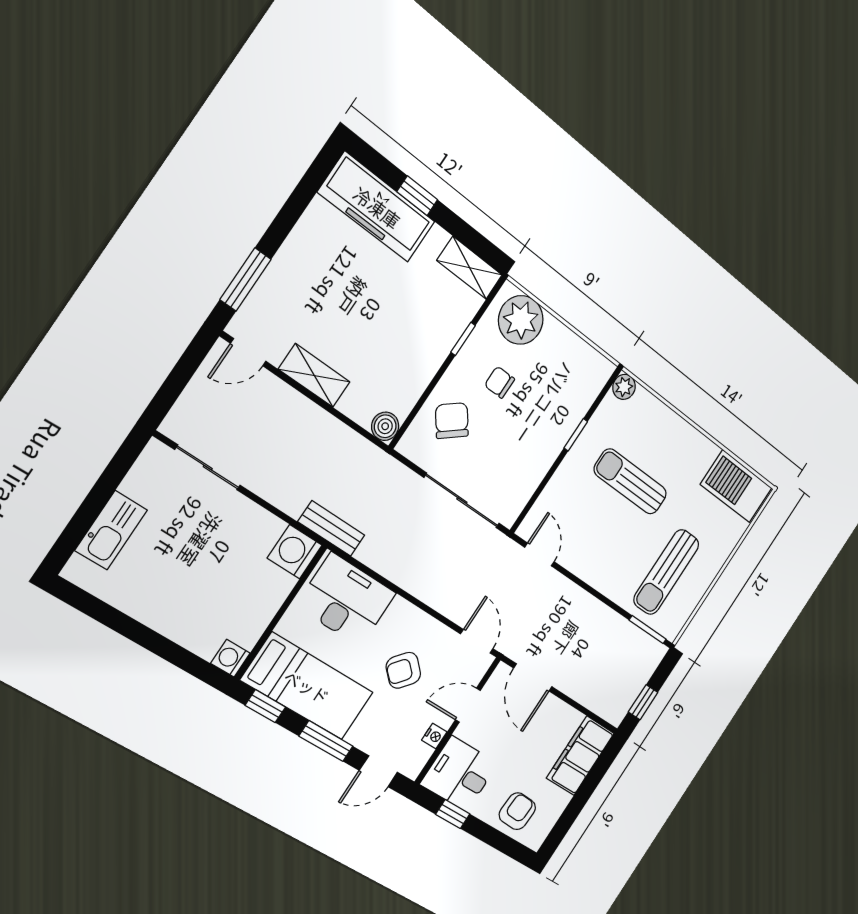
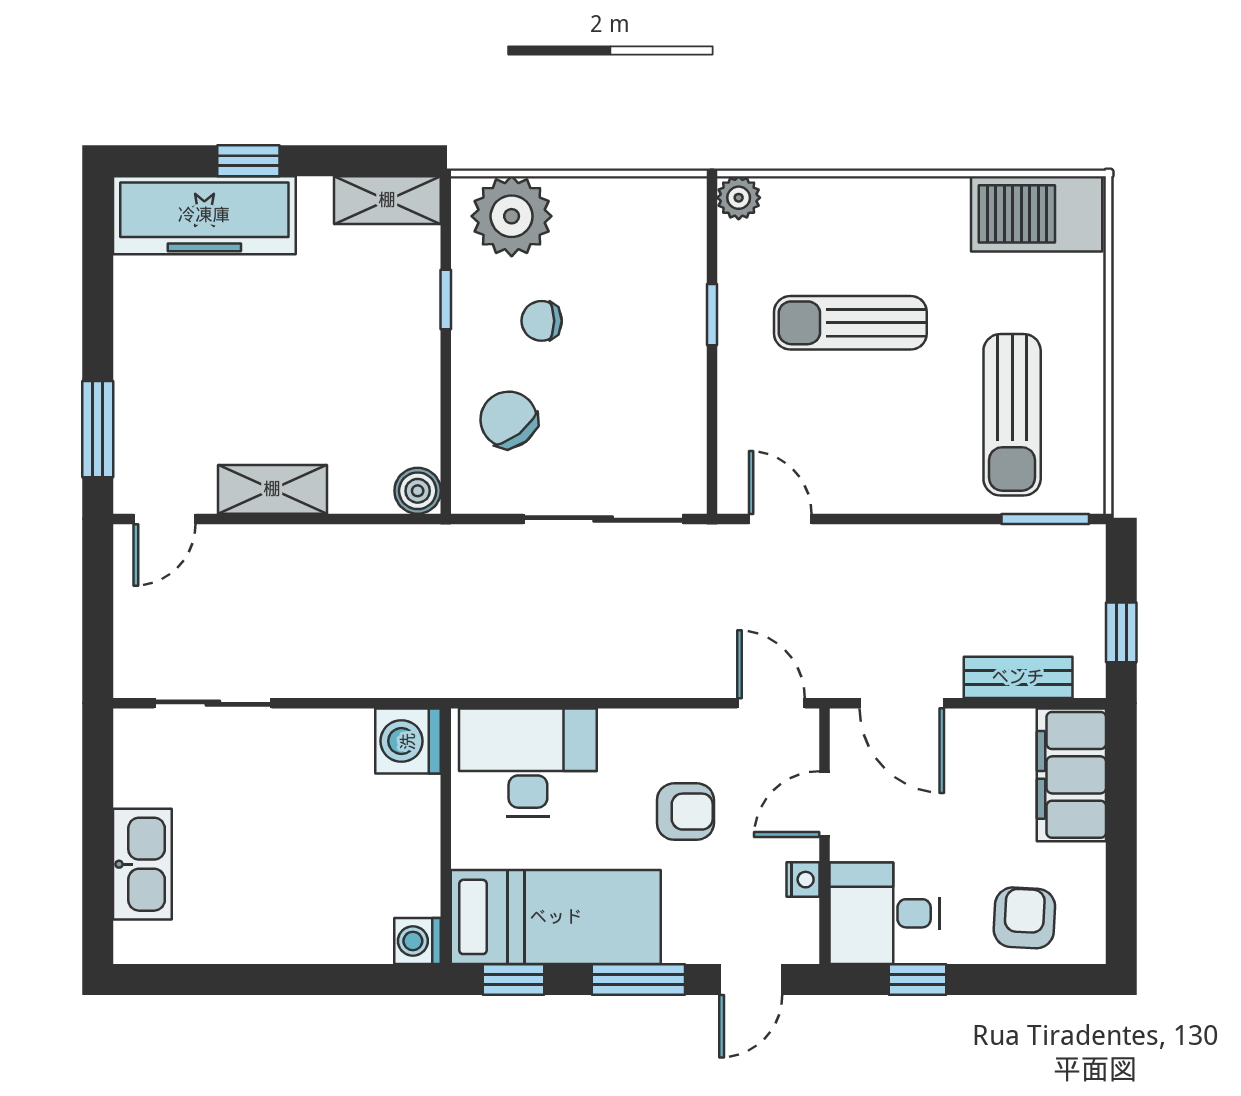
bench: (331, 528) -> (1018, 677), moved
armchair: (403, 670) -> (685, 812), turned -132

